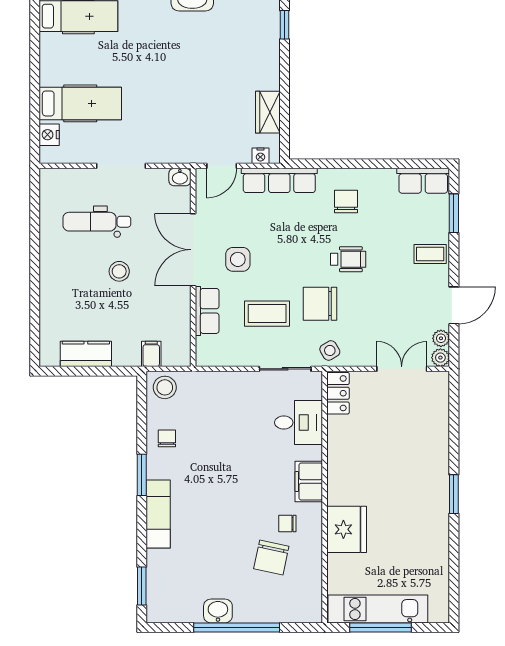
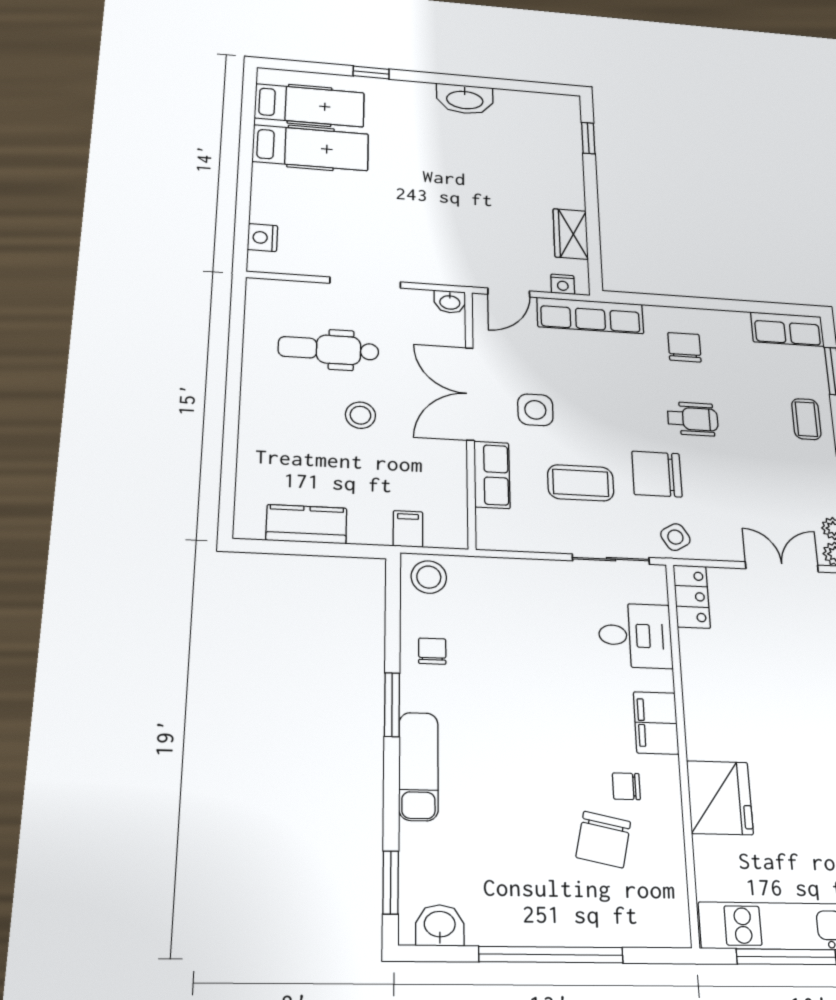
hospital bed: (80, 103) -> (311, 148), moved
coffee table: (430, 254) -> (806, 419), turned 90
washbasin: (218, 611) -> (440, 925), moved

